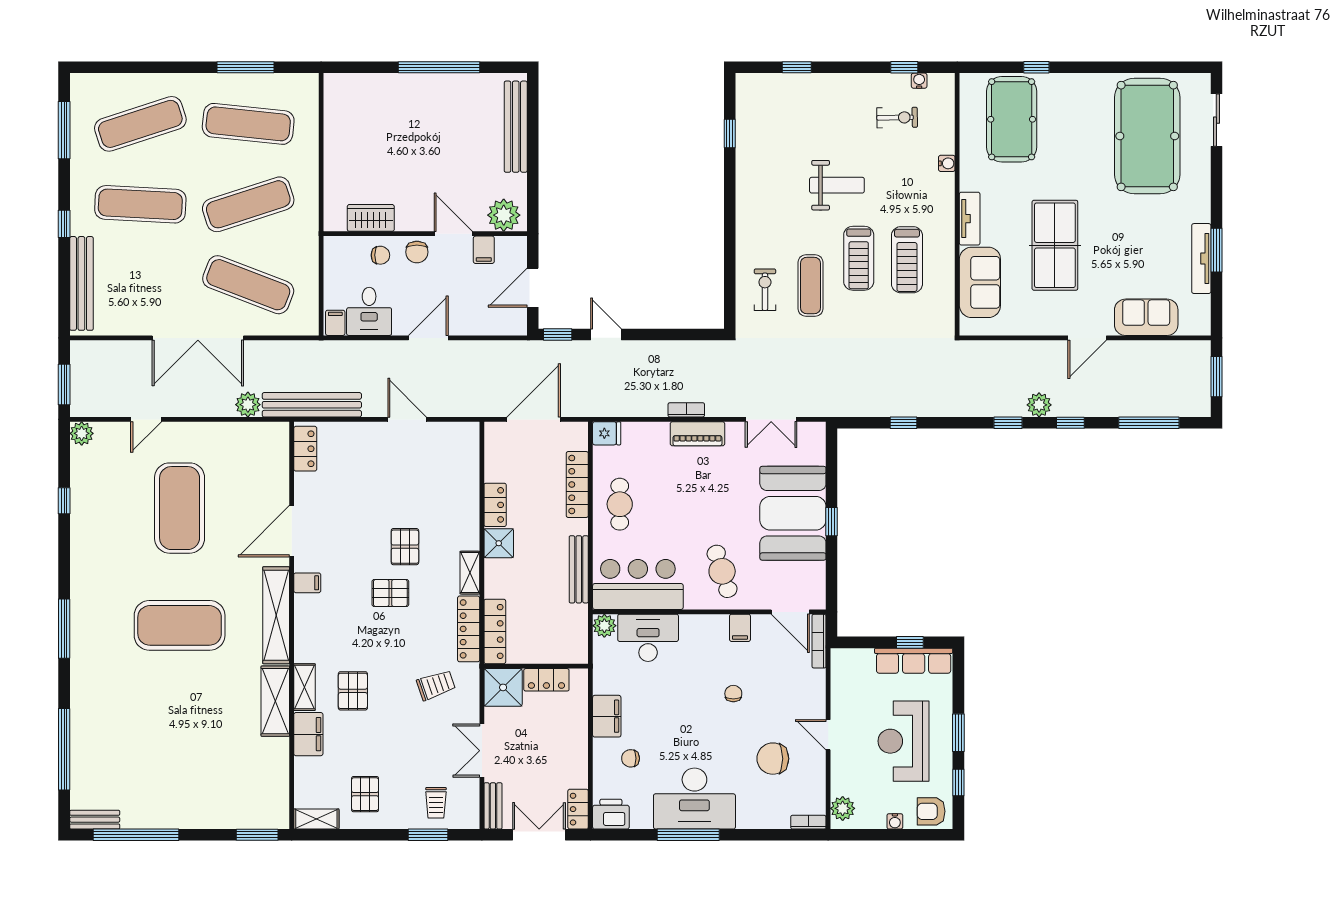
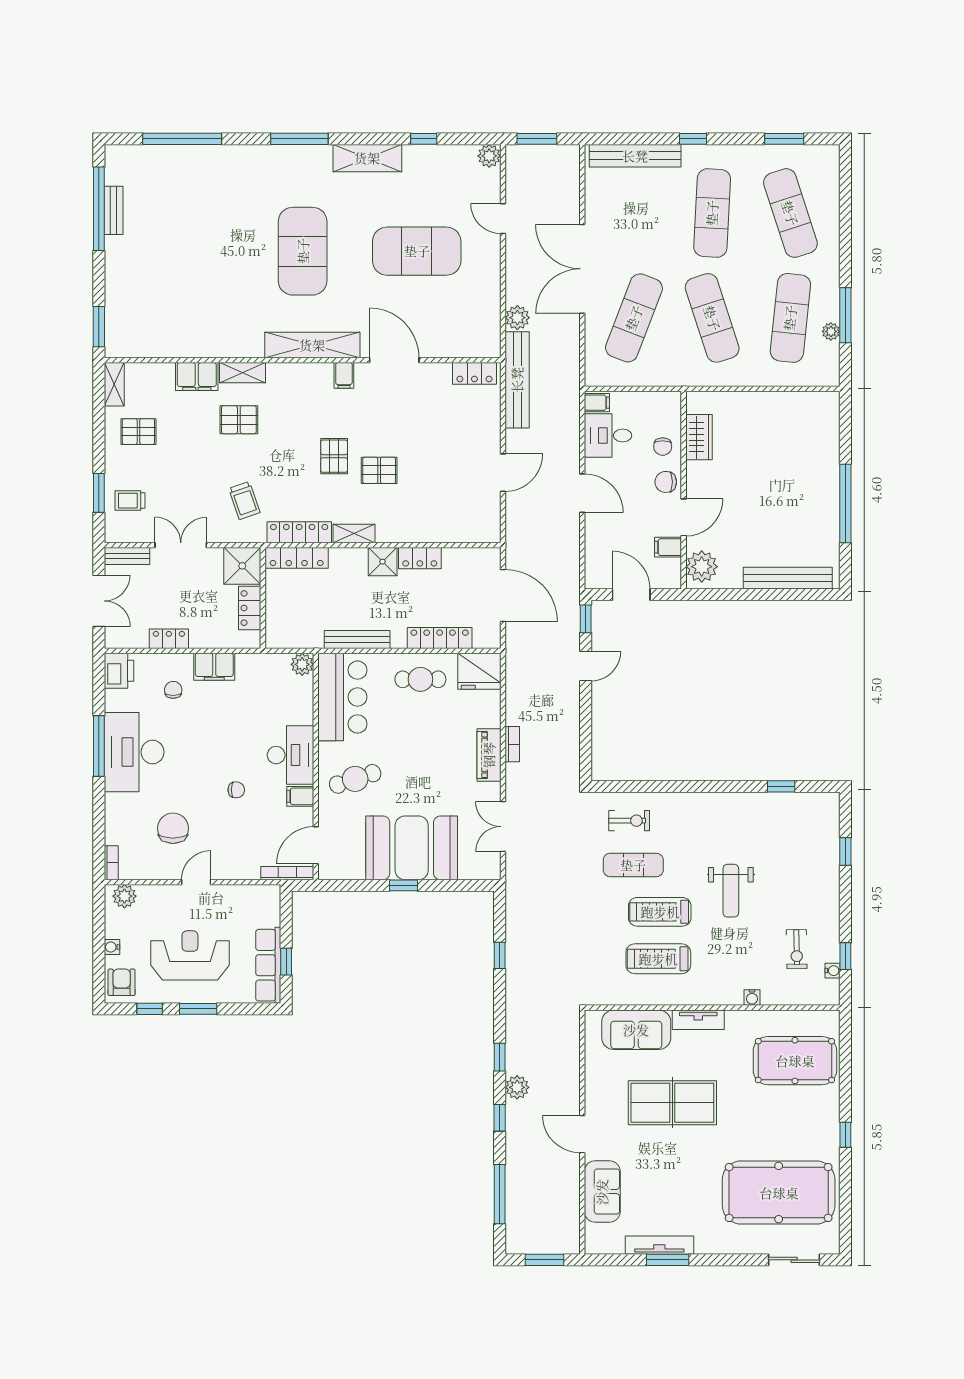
window: (1036, 67) -> (845, 1135), moved
plant: (262, 82) -> (831, 331), added
window: (64, 130) -> (784, 139), width x0.69
fridge: (607, 433) -> (479, 671), width x1.88, depth x1.34
desk: (648, 638) -> (290, 755), moved
shelving: (275, 701) -> (367, 158), moved
locker: (578, 809) -> (169, 639), moved
bench: (95, 820) -> (114, 210), moved

